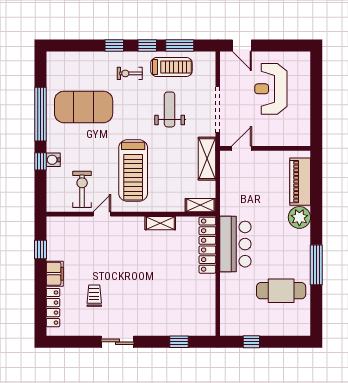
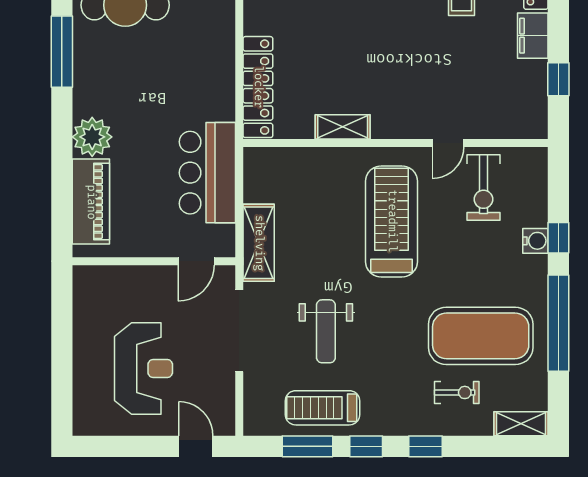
exercise bike: (130, 73) -> (457, 392), moved
shelving: (200, 205) -> (521, 424), moved
bar counter: (235, 244) -> (207, 173), moved

